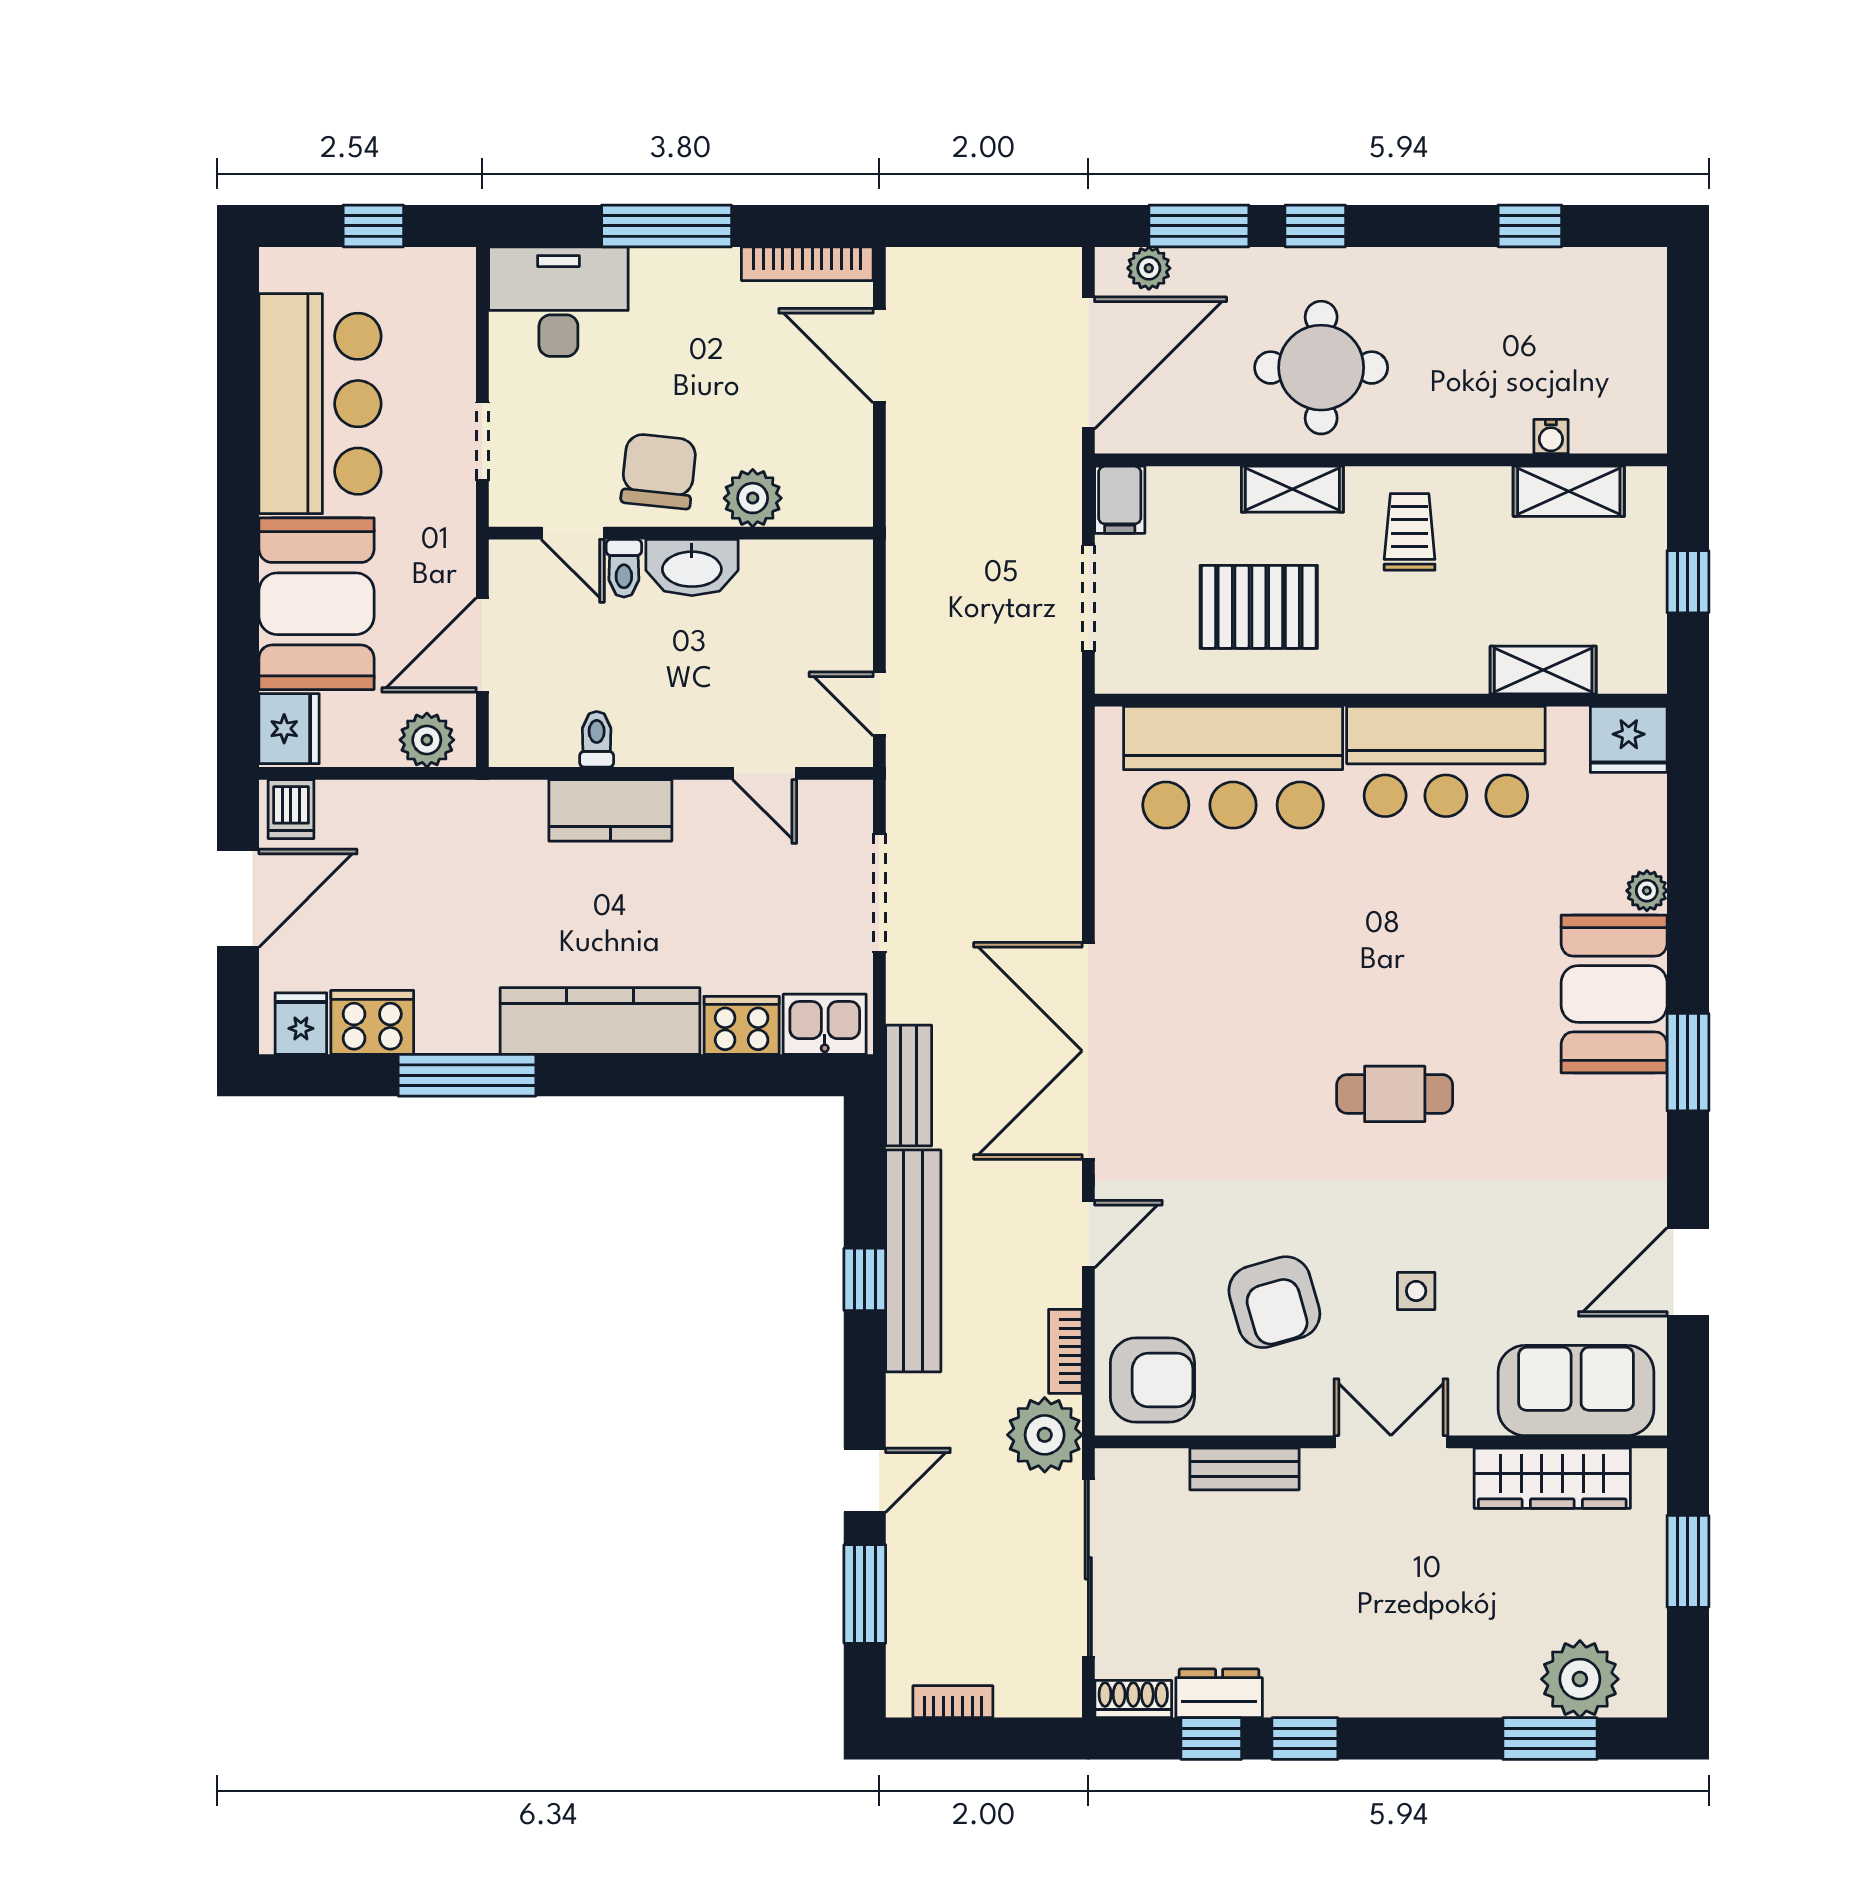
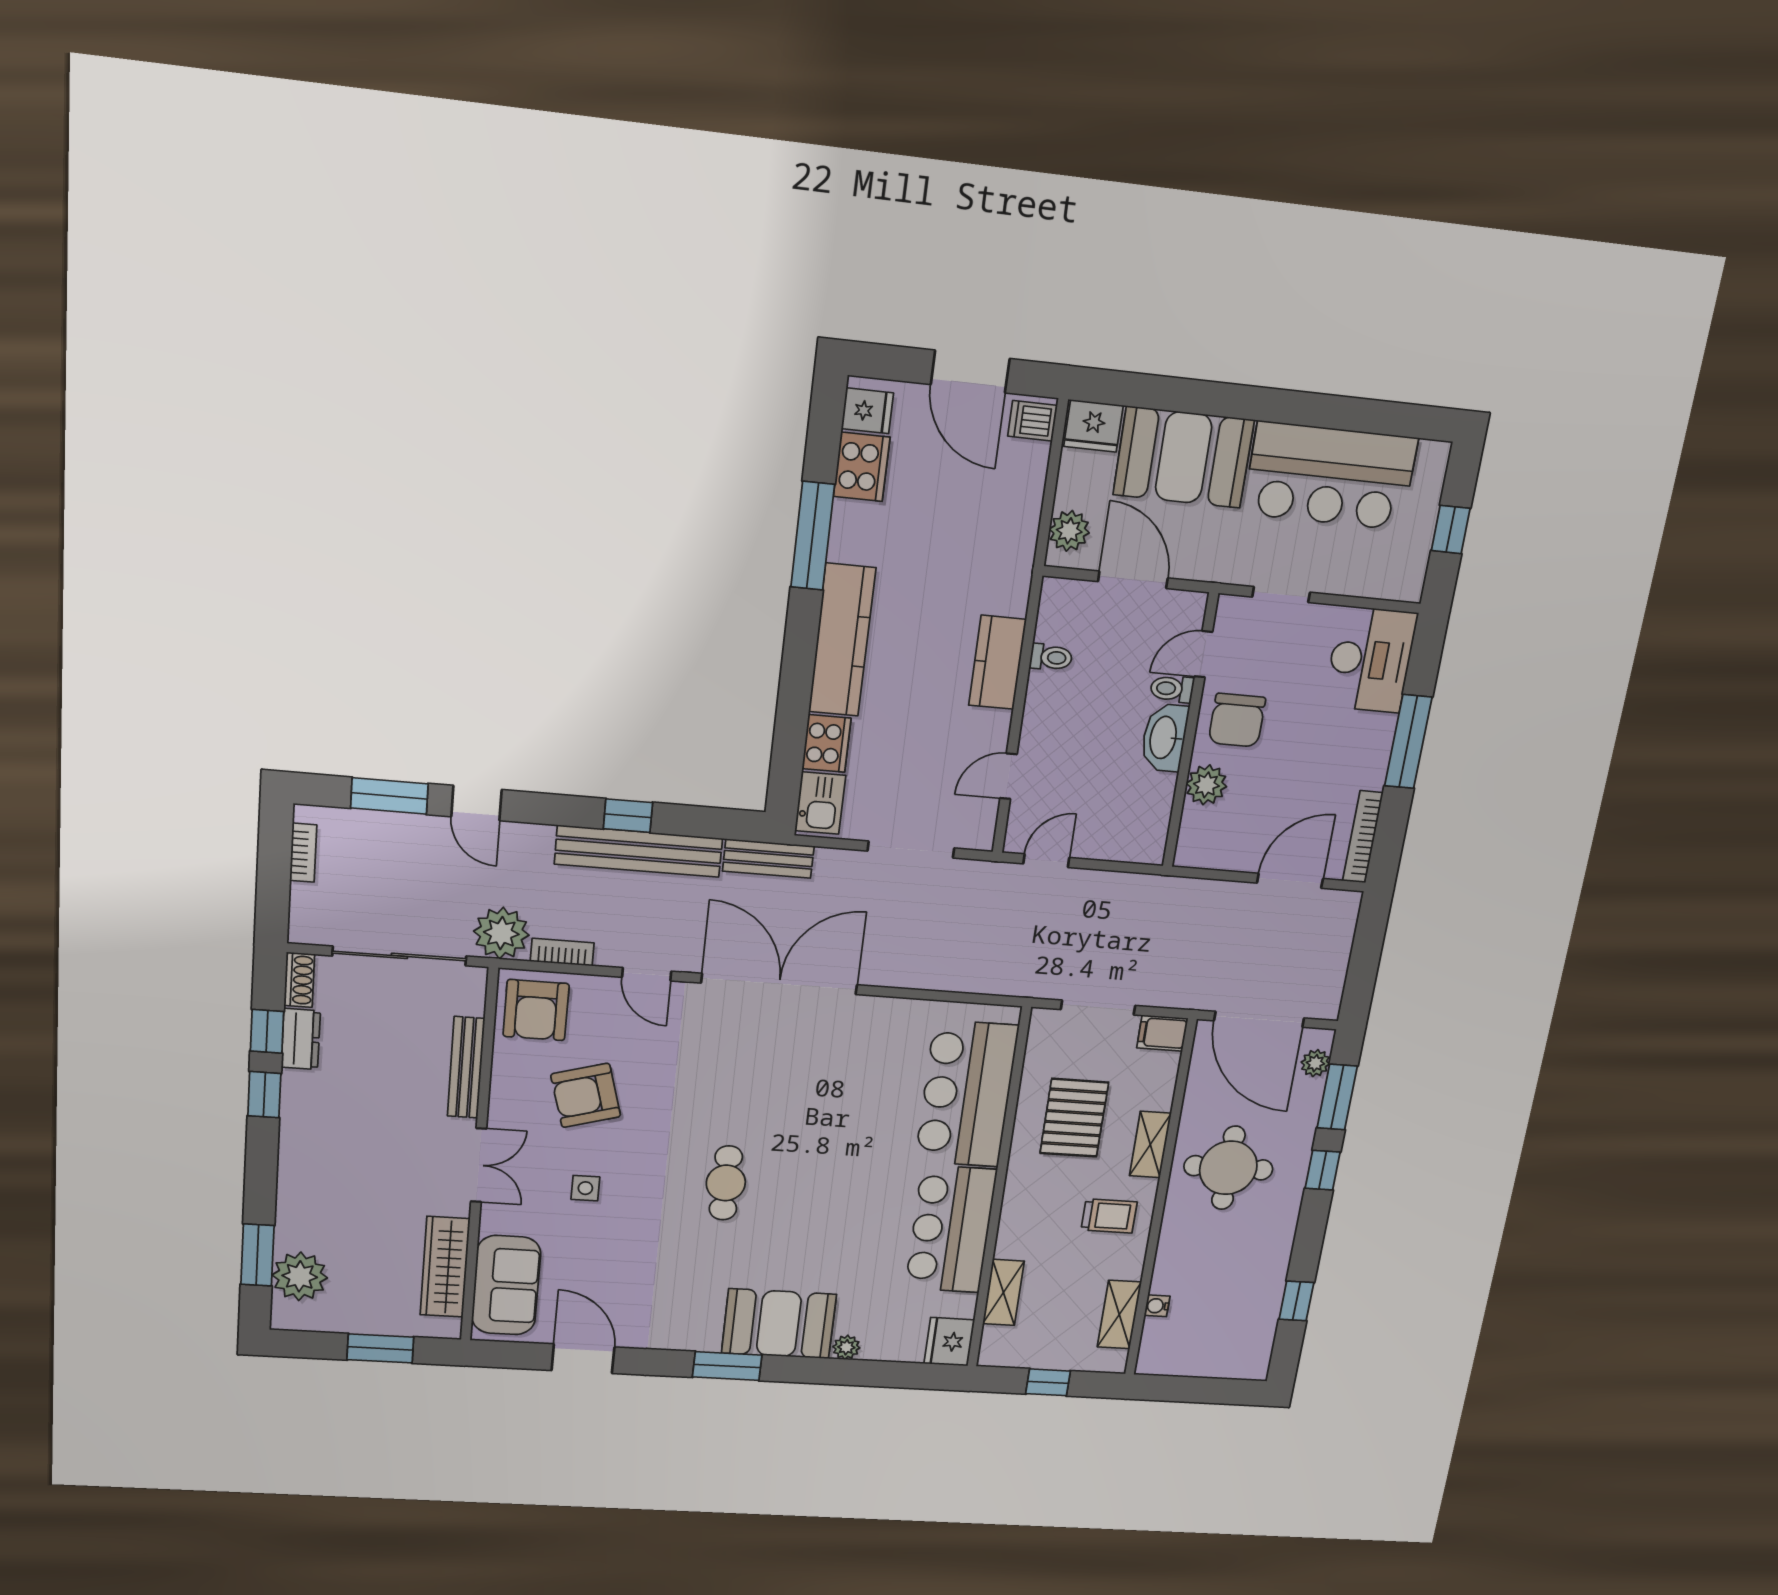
chair: (659, 471) -> (1237, 720), turned 84
bench: (1244, 1469) -> (466, 1067), width x1.36

